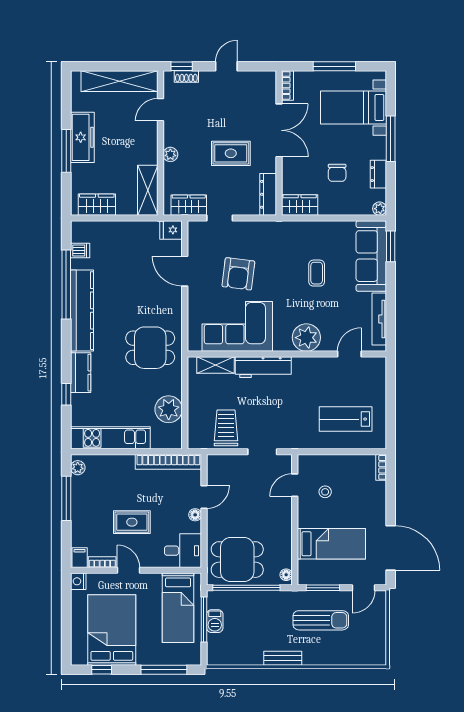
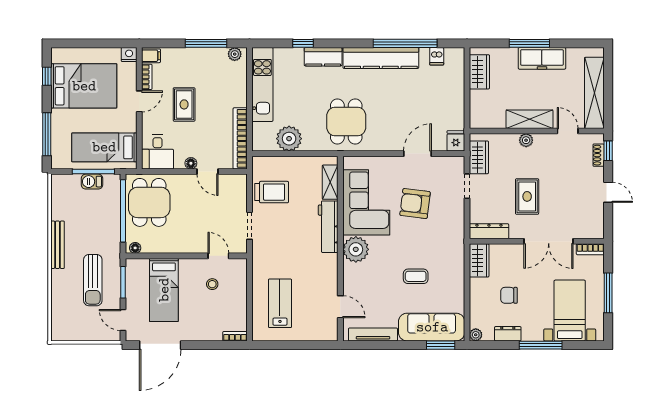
shelving: (148, 190) -> (530, 119), moved
plant: (306, 338) -> (356, 249), moved
bench: (283, 658) -> (57, 245), width x1.36

